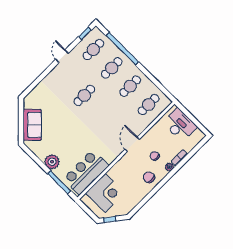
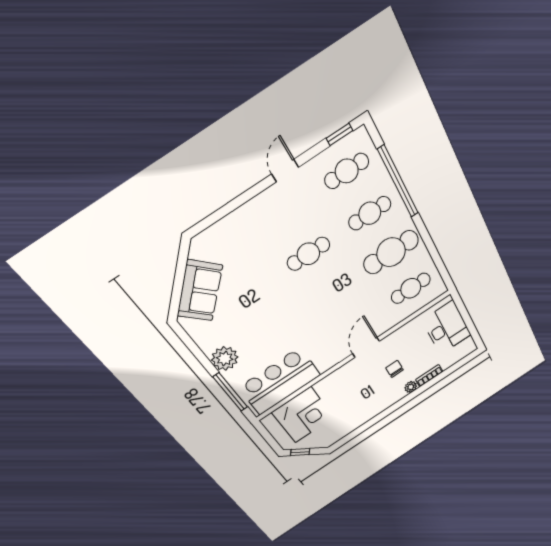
cafe table: (130, 86) -> (391, 252), width x1.37, depth x1.35
chair: (149, 177) -> (376, 399), removed

